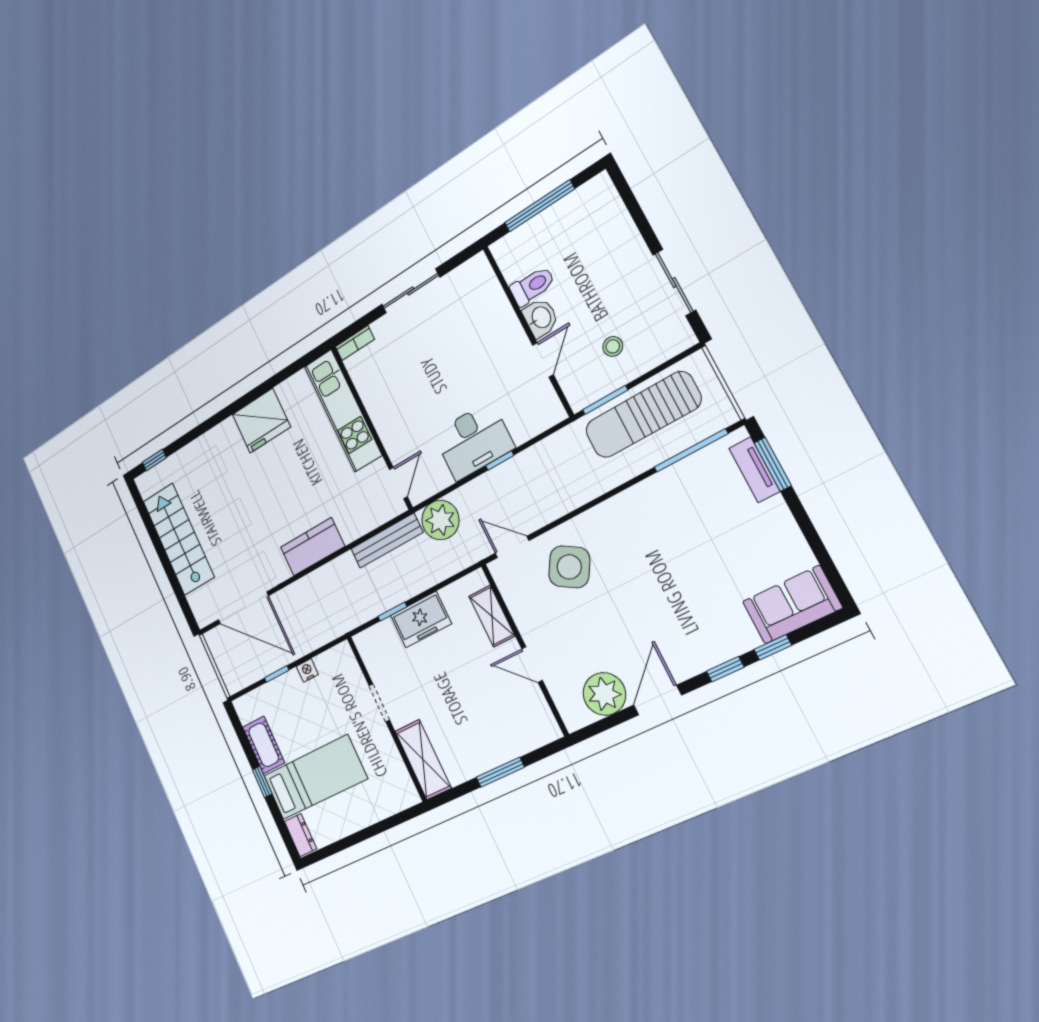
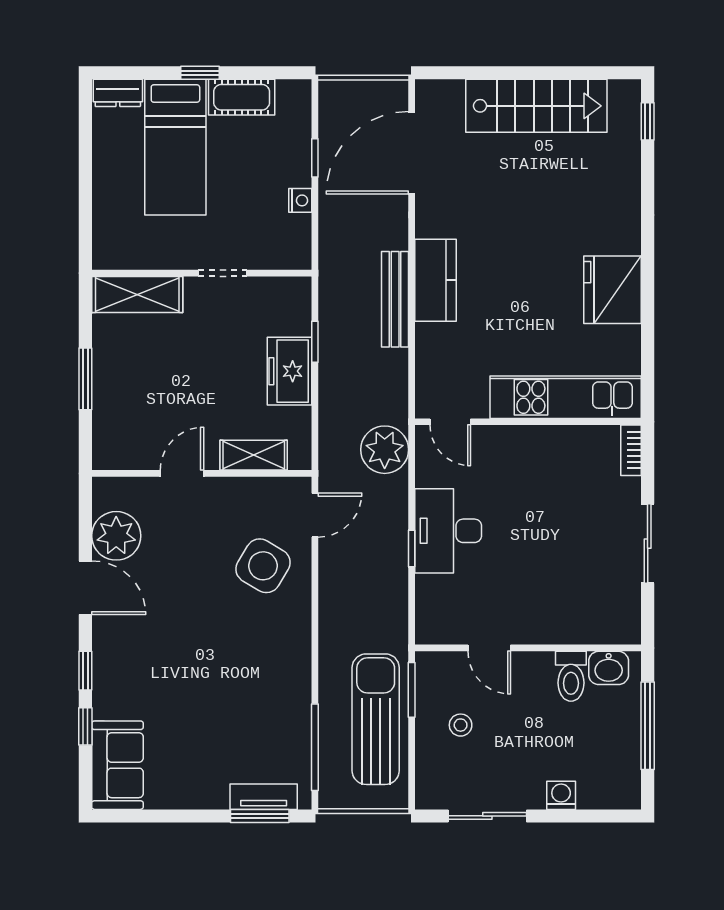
washing machine: (627, 236) -> (561, 795), added
washbasin: (541, 318) -> (609, 668), moved
bench: (387, 541) -> (395, 299), moved

